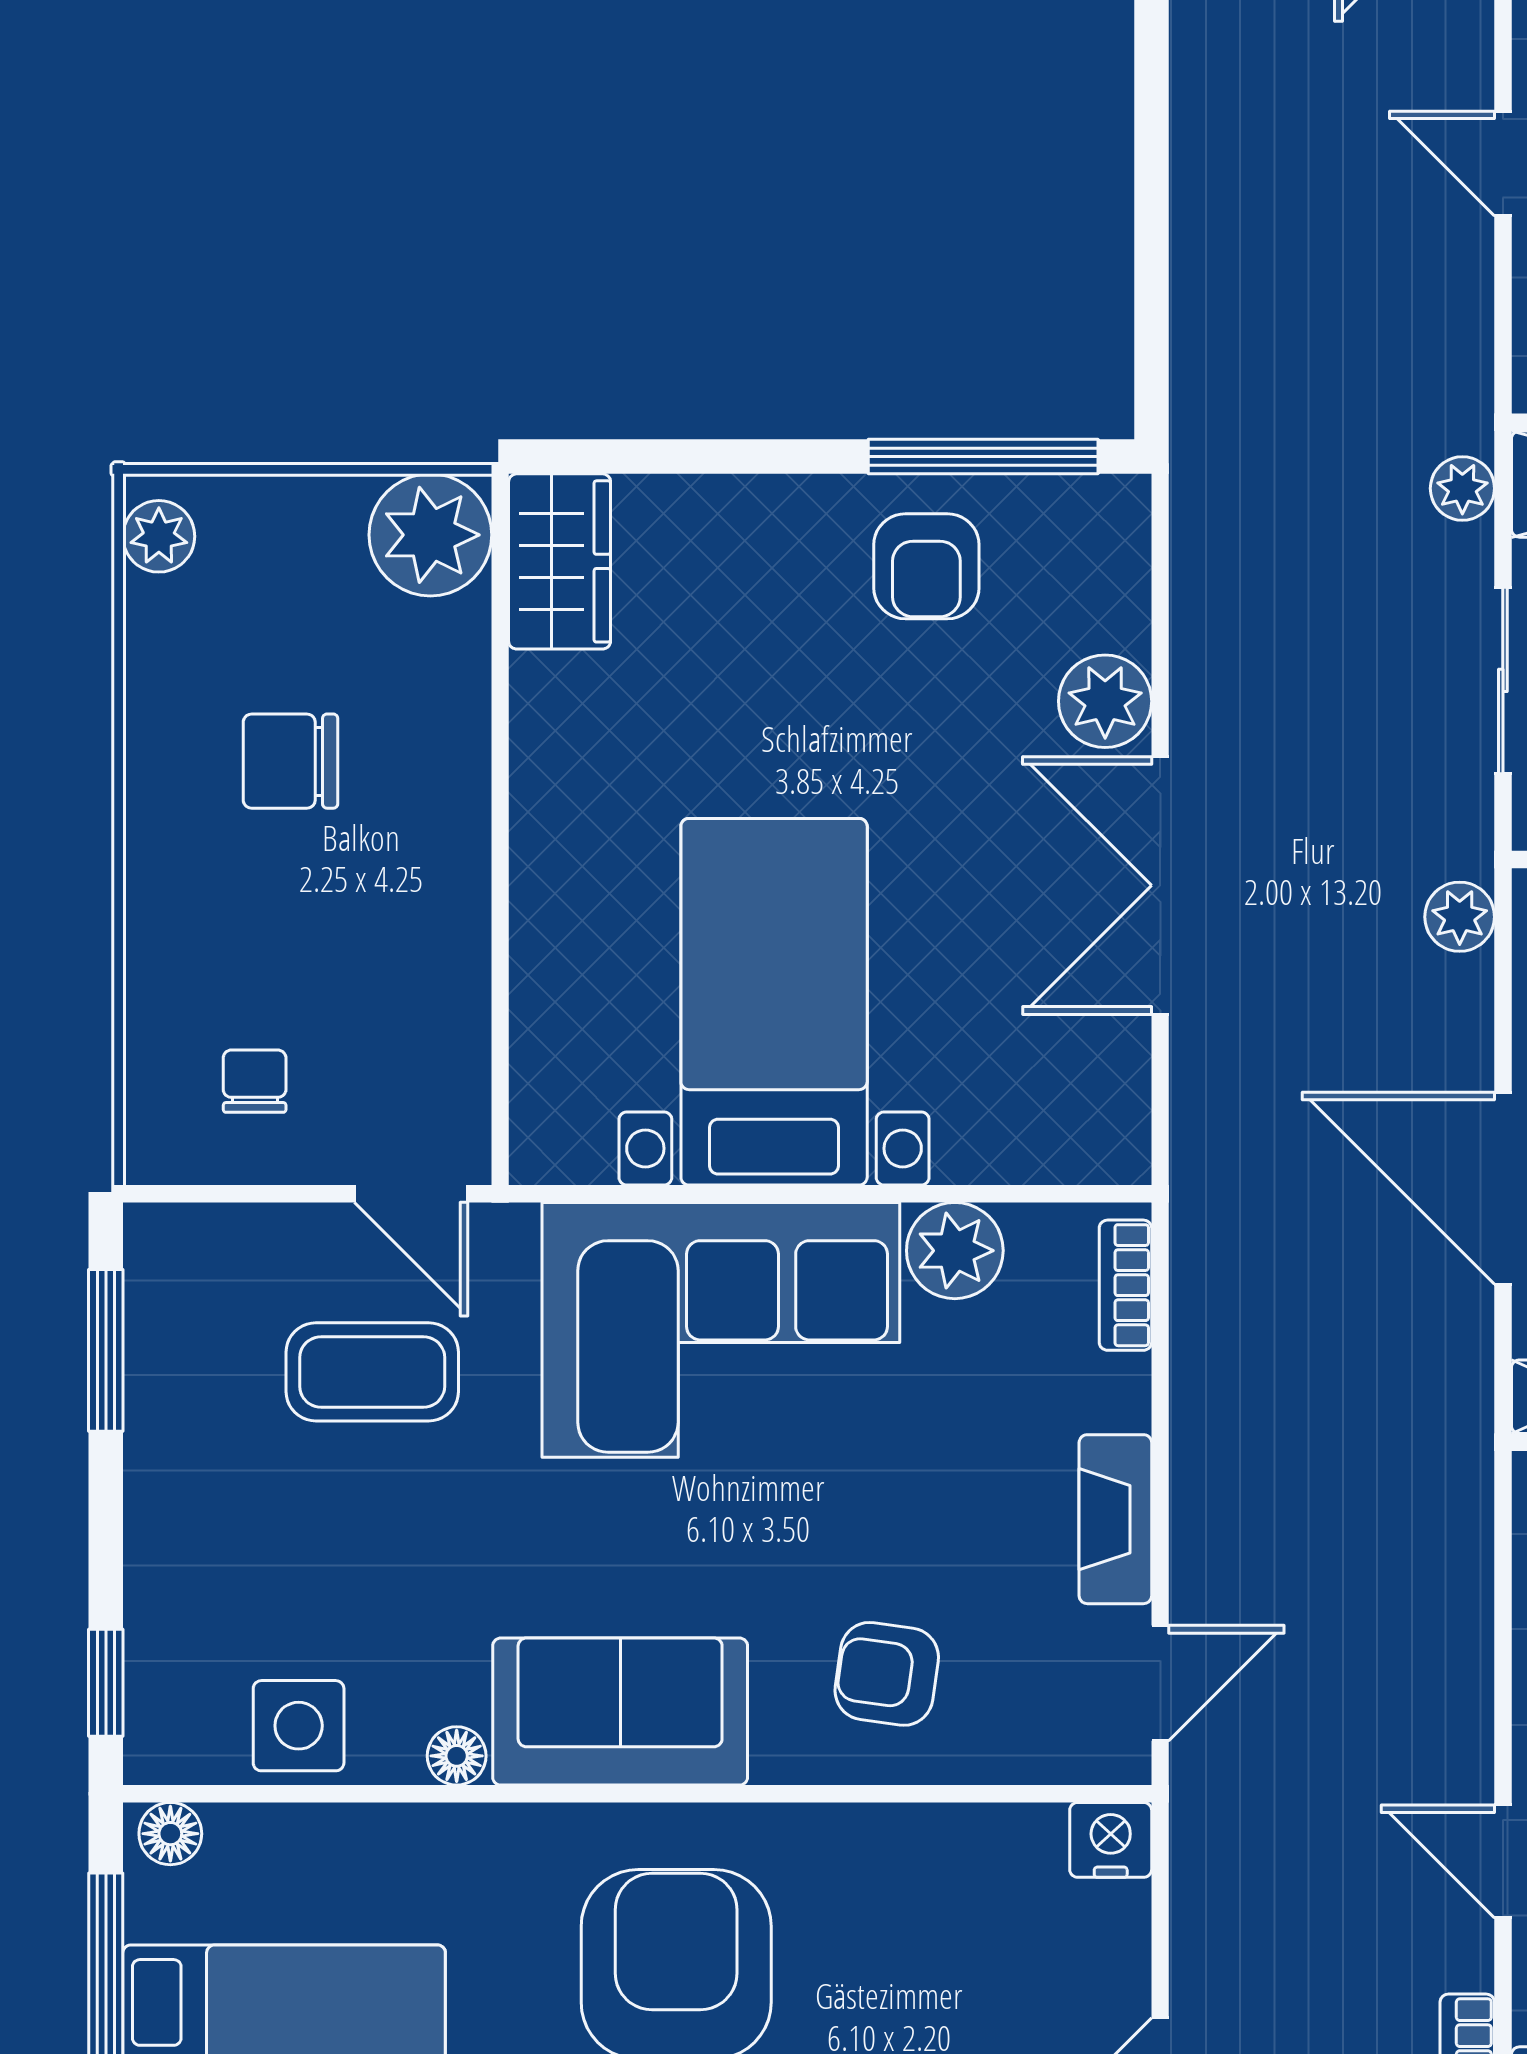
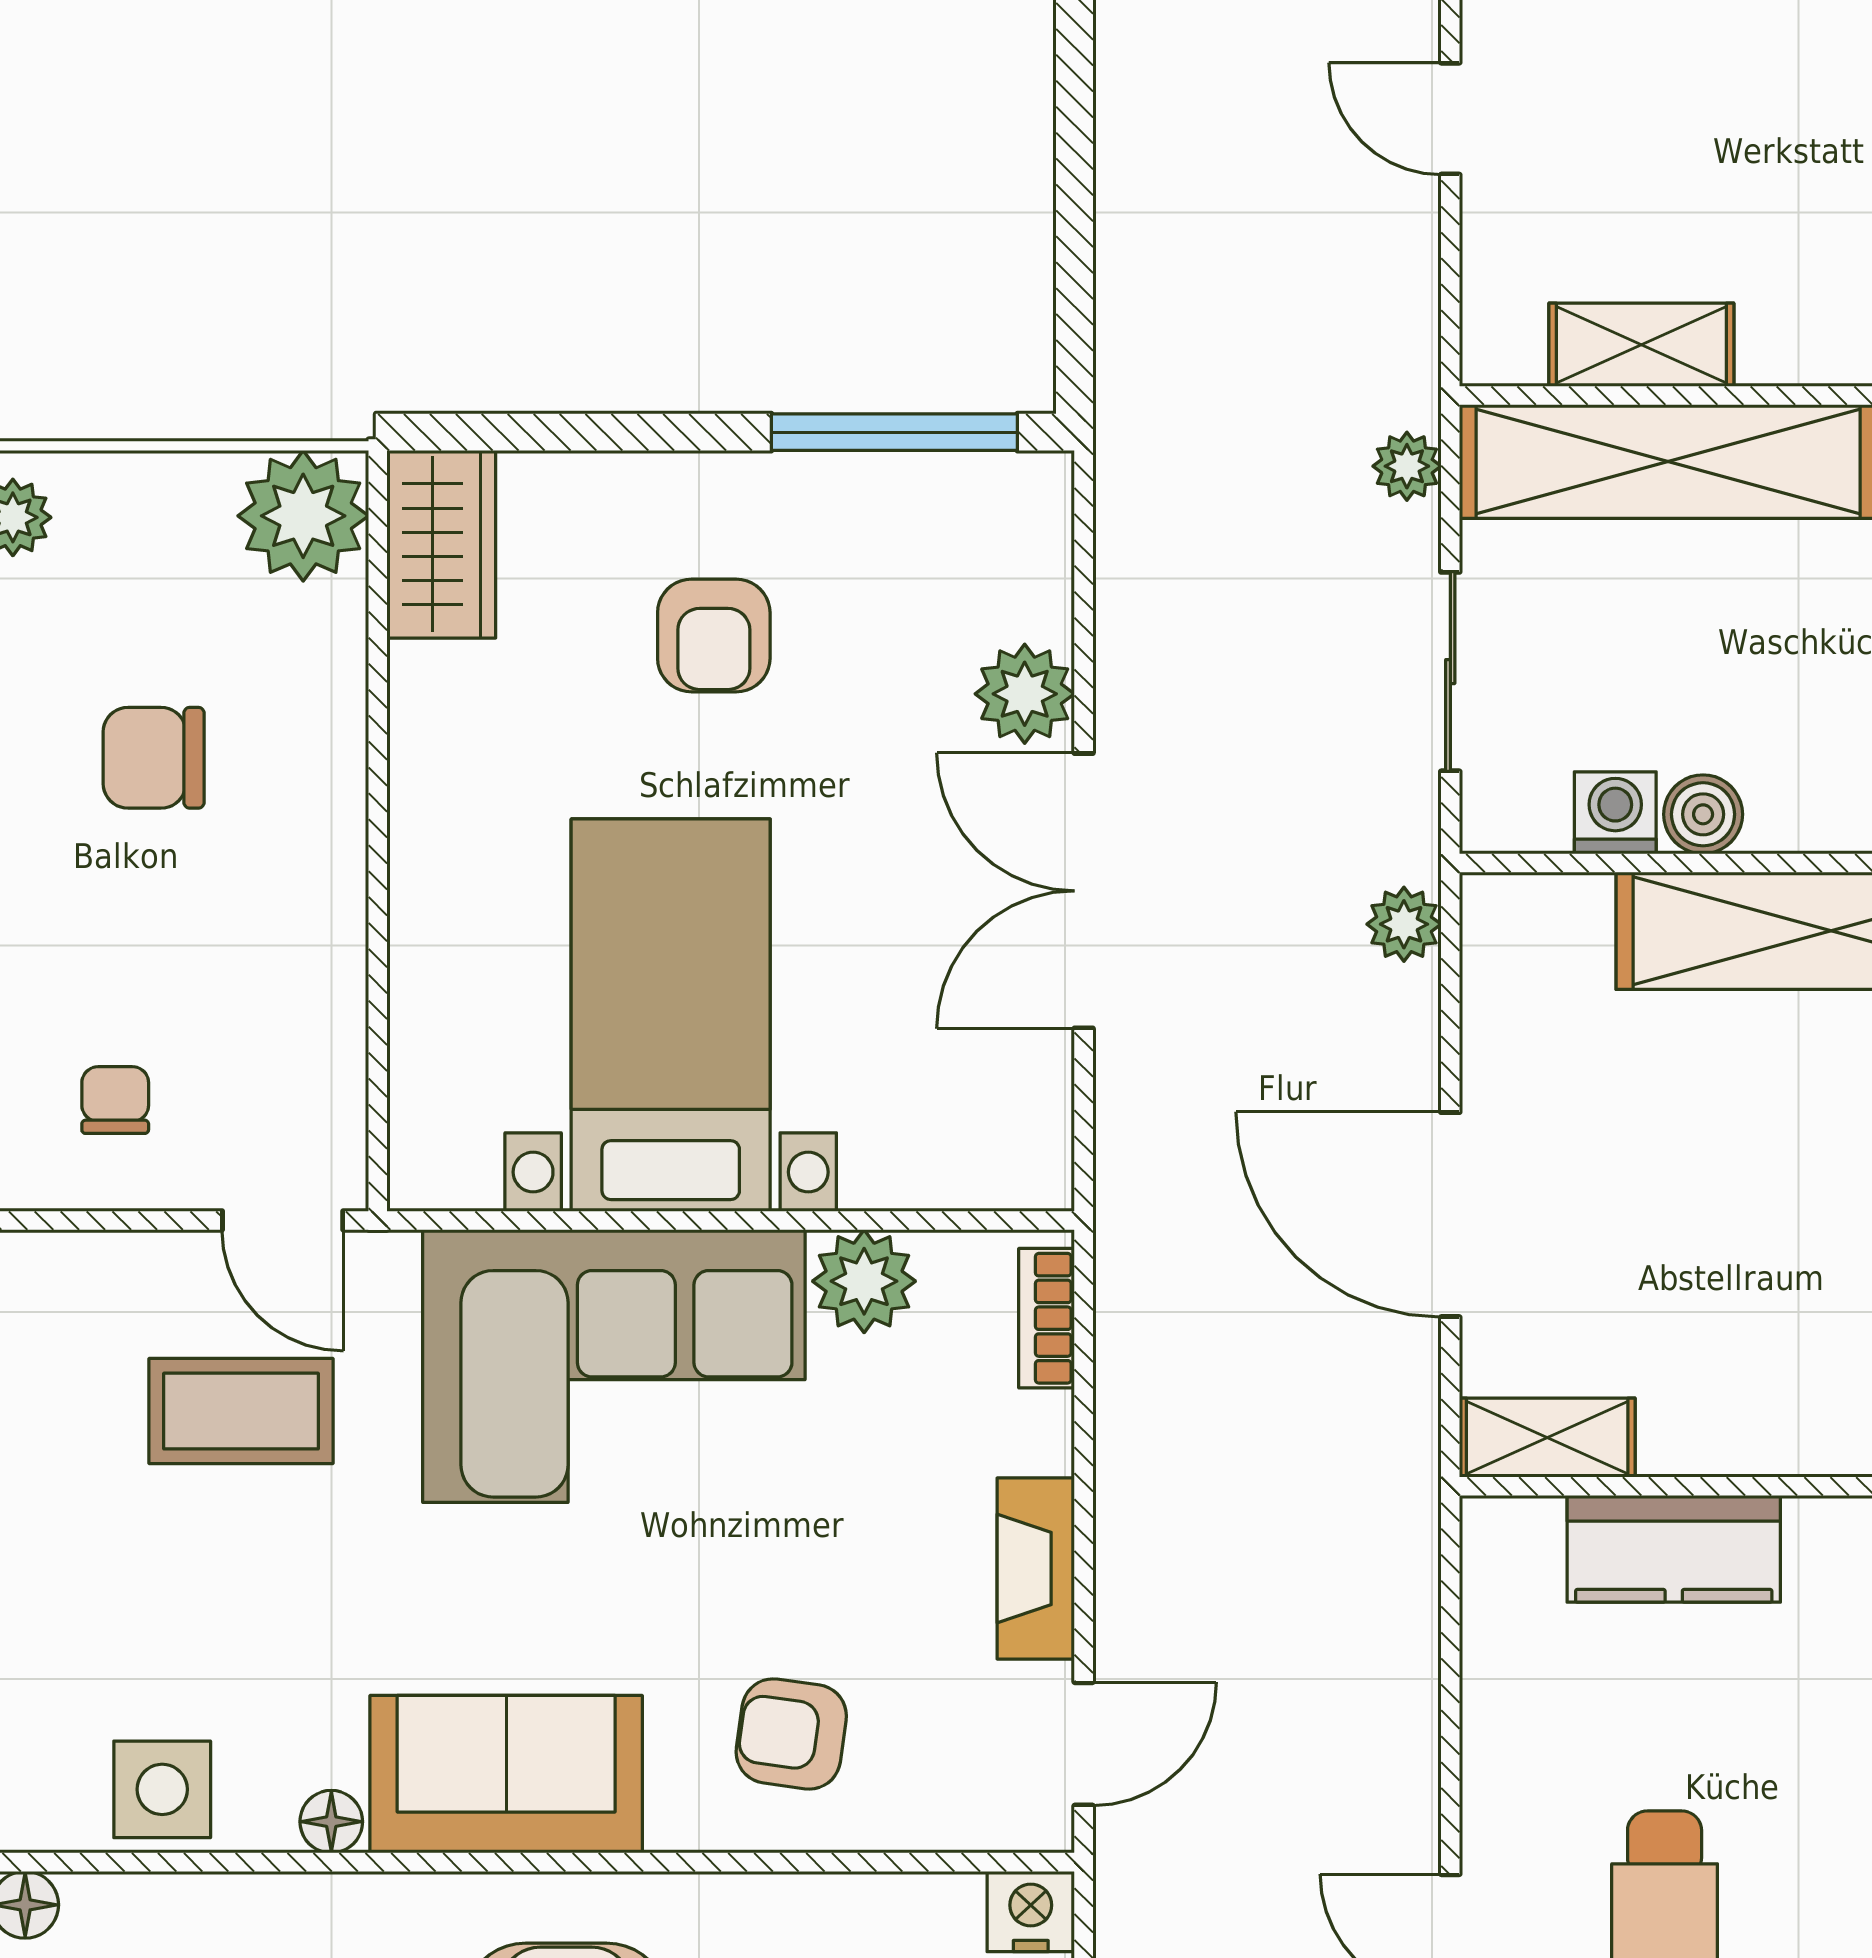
armchair: (926, 566) -> (714, 635), moved

